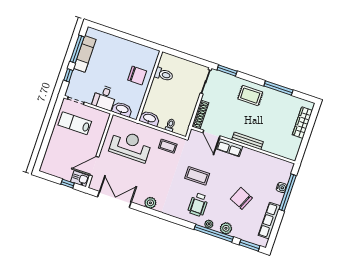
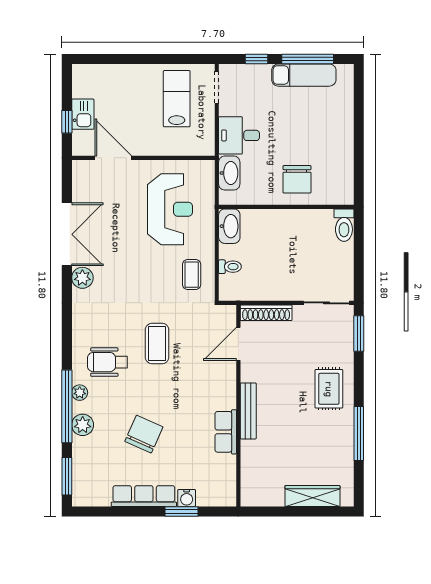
toilet: (164, 74) -> (344, 225), moved
row of seats: (230, 148) -> (226, 432), moved
kitchen sink: (80, 179) -> (83, 114), moved
window: (288, 193) -> (182, 511), width x0.47
double door: (114, 200) -> (67, 234), moved
row of seats: (269, 221) -> (144, 496), moved

